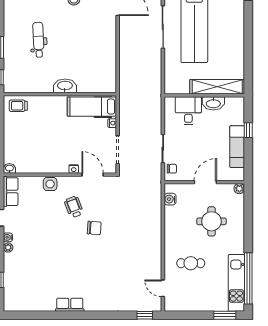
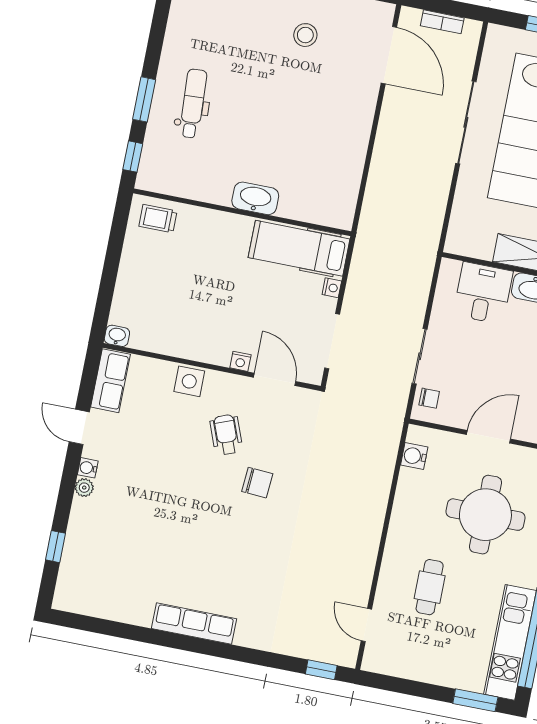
dental chair: (38, 40) -> (193, 104), moved
round table: (212, 221) -> (485, 515), width x1.36, depth x1.36
cafe table: (191, 263) -> (430, 587), turned 90
row of seats: (70, 305) -> (194, 624), width x1.48

